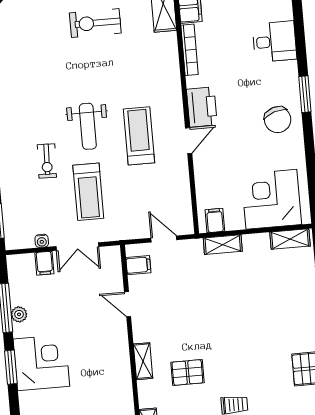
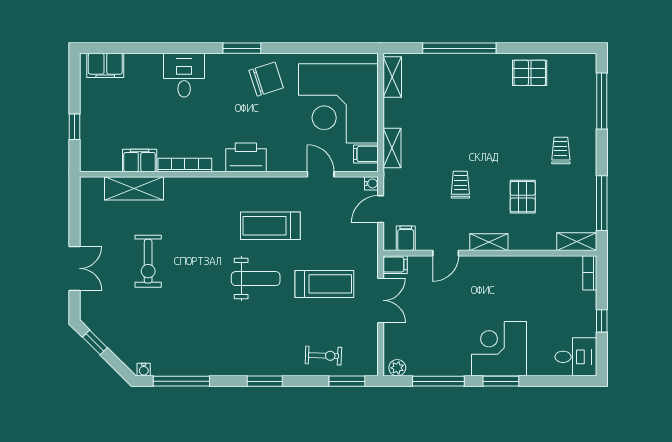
door: (189, 141) -> (321, 174), moved
exercise bike: (47, 161) -> (323, 356), moved
corner desk: (271, 199) -> (338, 103), width x1.36, depth x1.36
water cooler: (42, 241) -> (371, 183), moved
filing cabinet: (44, 263) -> (395, 265), moved
trolley: (194, 312) -> (460, 185), added
plant: (19, 314) -> (397, 368), moved
shelving: (143, 361) -> (489, 242), moved

